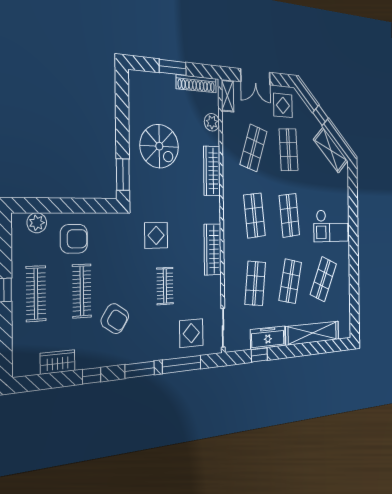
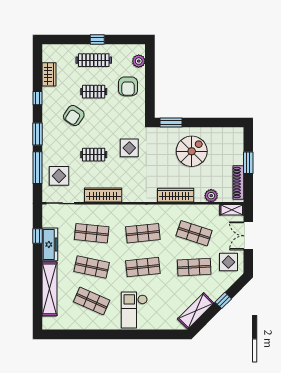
spiral stairs: (159, 146) -> (192, 151), turned 180
wardrobe: (213, 249) -> (103, 195), moved
clothes rail: (82, 291) -> (94, 92), width x0.73

